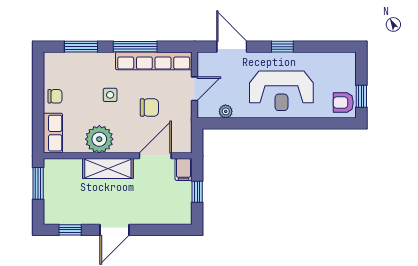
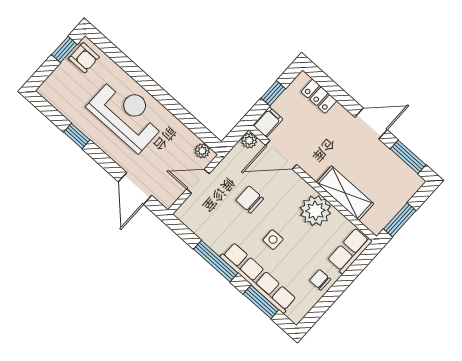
window: (282, 47) -> (77, 136), moved
row of seats: (154, 61) -> (258, 278), moved
plant: (226, 111) -> (202, 151), moved
plant: (185, 146) -> (249, 141), added
shelving: (108, 168) -> (345, 193), moved
locker: (165, 217) -> (319, 96), added
window: (70, 230) -> (408, 157), width x1.50

